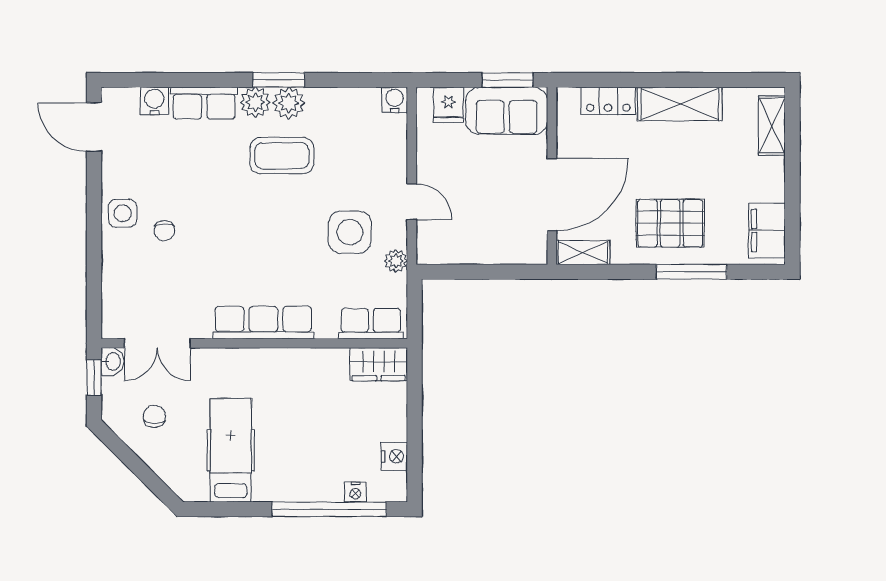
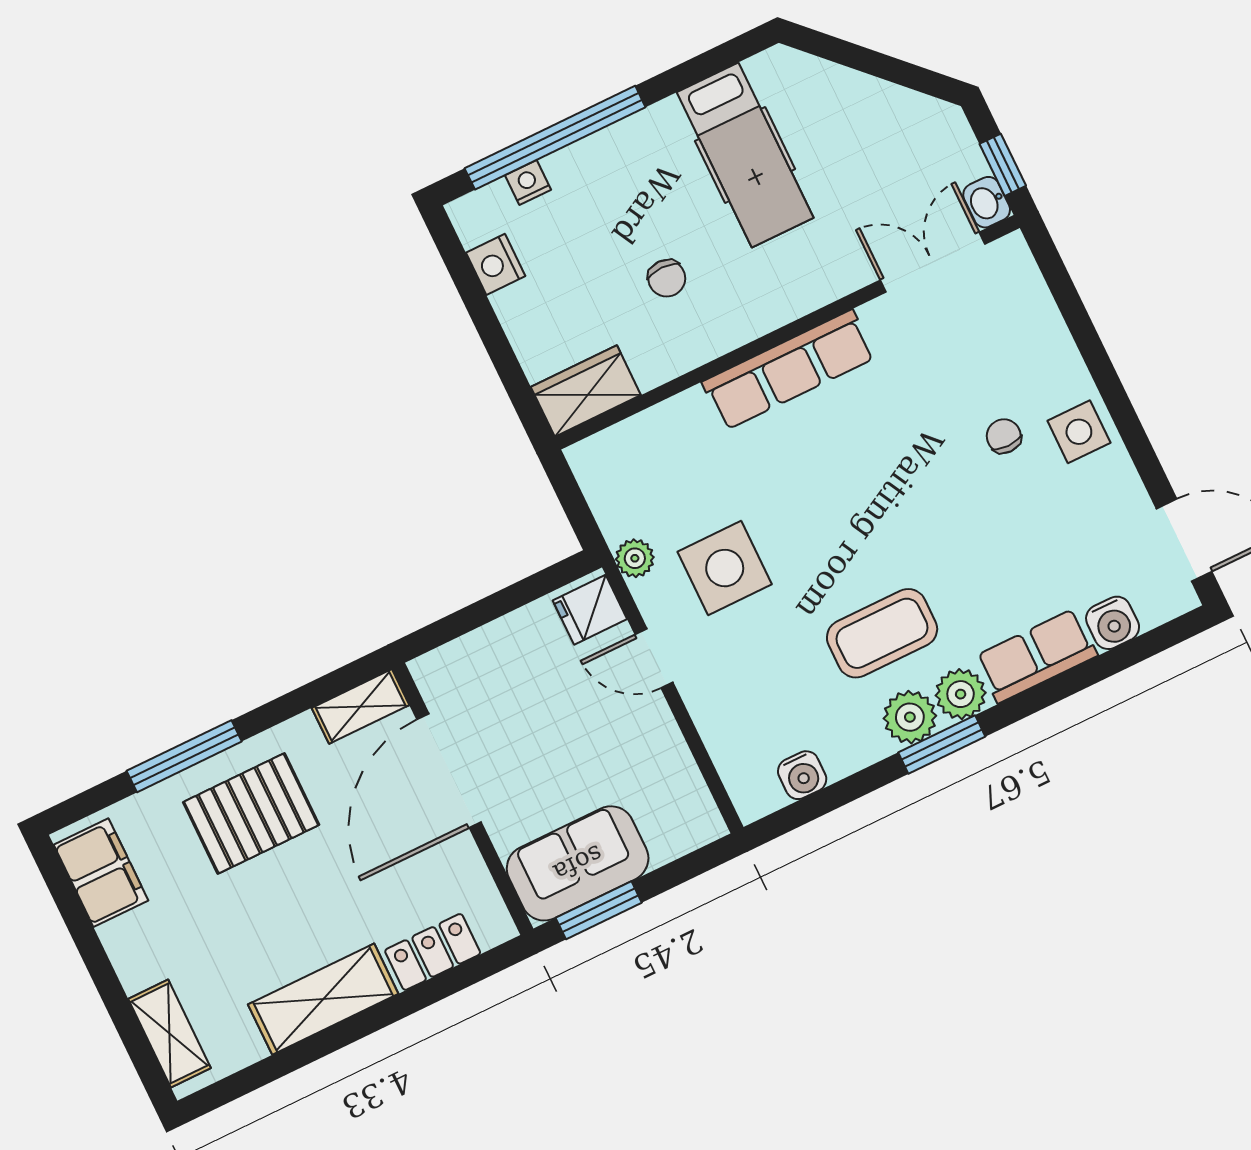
water cooler: (395, 100) -> (802, 775), moved
fridge: (449, 105) -> (590, 610), moved, turned -90
row of seats: (371, 324) -> (627, 446), removed
chair: (154, 416) -> (667, 278), moved

